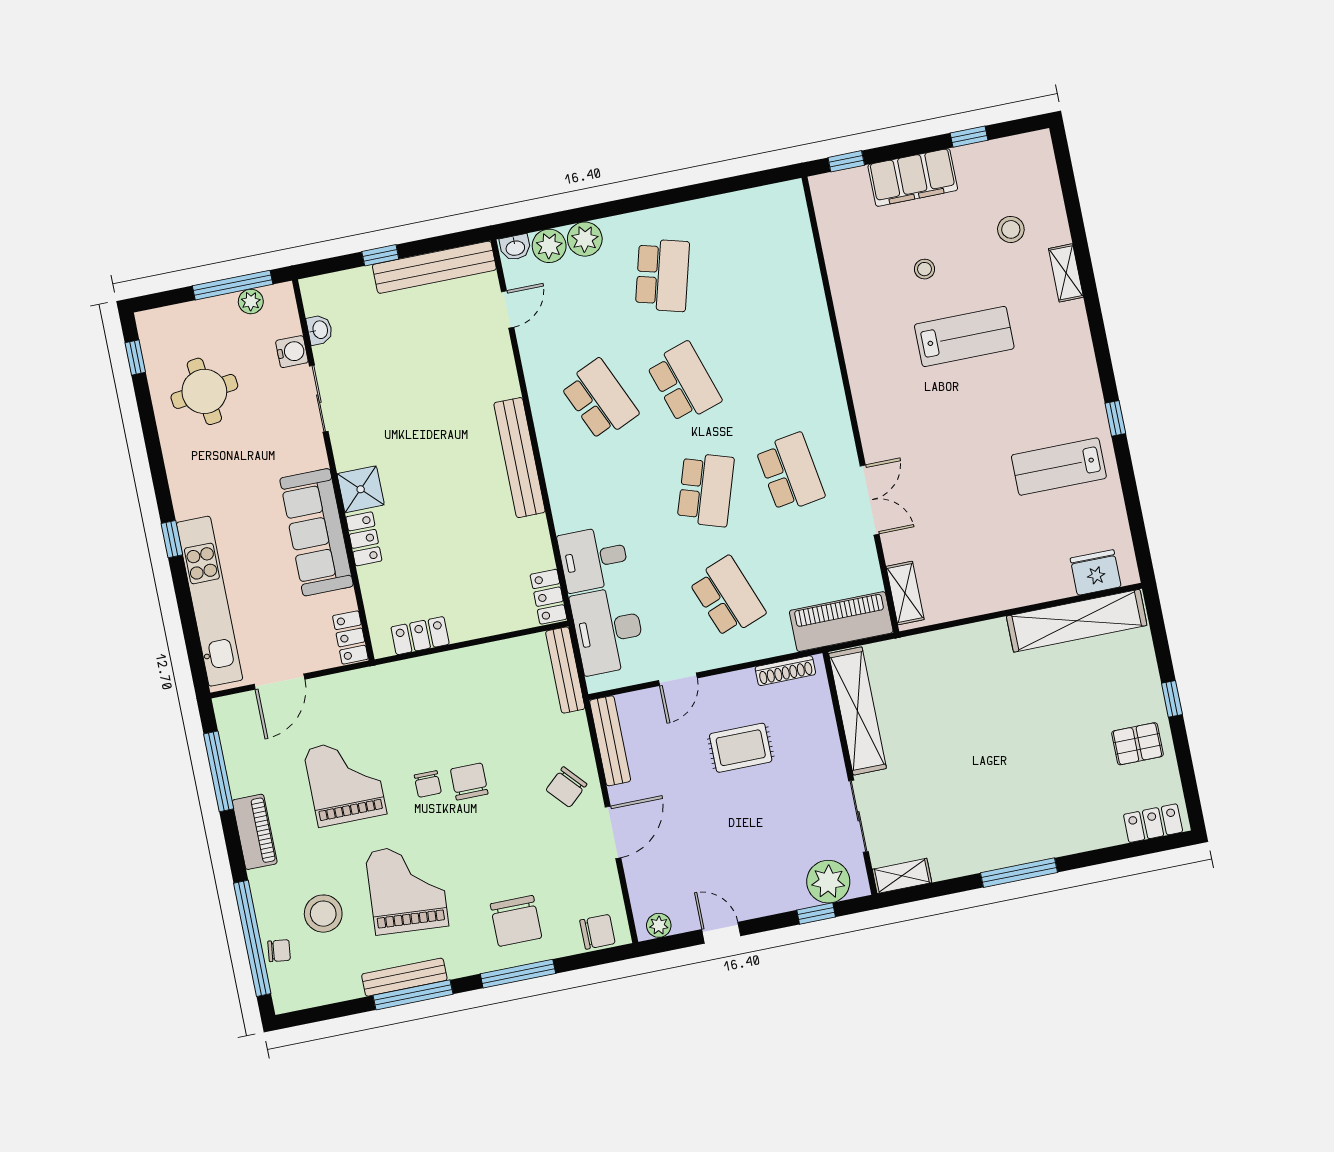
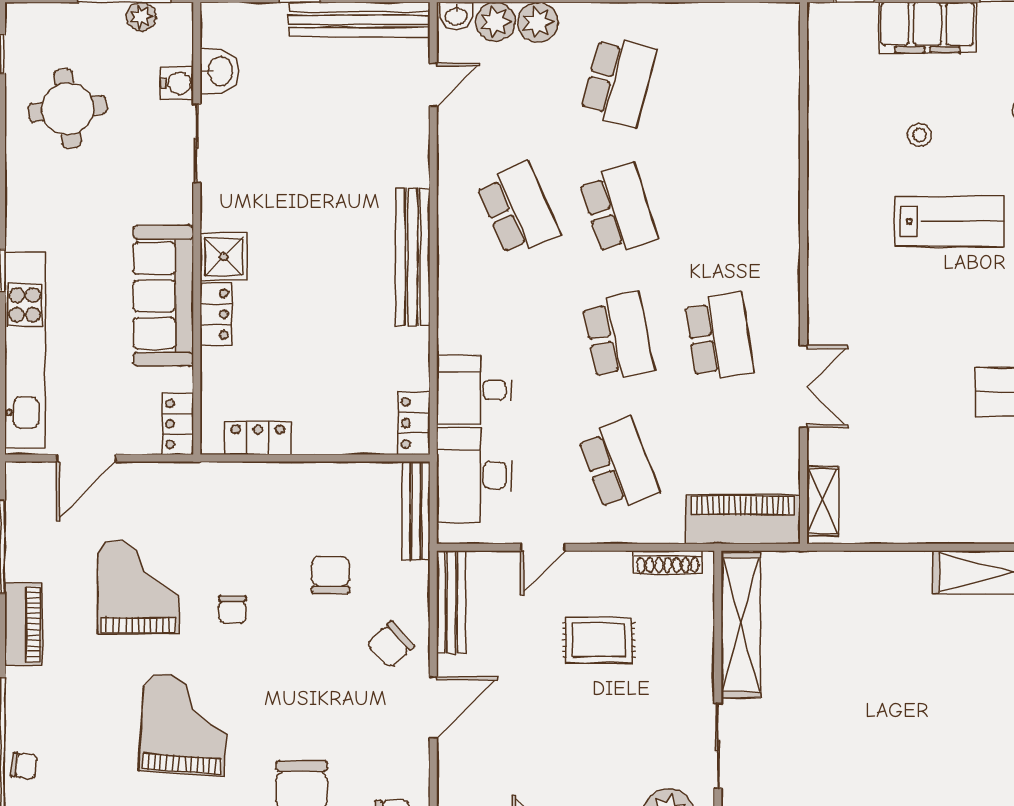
washbasin: (320, 330) -> (219, 71), width x1.38, depth x1.45
school desk: (706, 490) -> (618, 337), turned -30
chair: (469, 782) -> (331, 575), moved
stool: (323, 914) -> (83, 733), removed

